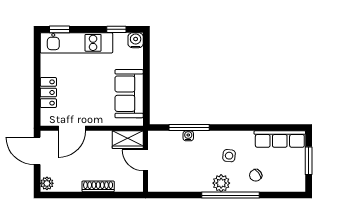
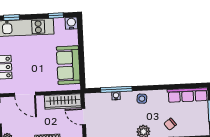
door: (72, 128) -> (25, 94), hinge flipped
wardrobe: (128, 140) -> (63, 101), width x1.50
side table: (229, 156) -> (142, 99), moved

